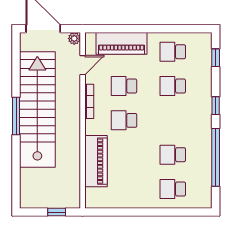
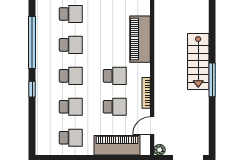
window: (216, 58) -> (32, 132), removed
stairs: (37, 110) -> (198, 61), width x0.54, depth x0.66
school desk: (173, 120) -> (71, 76), added

